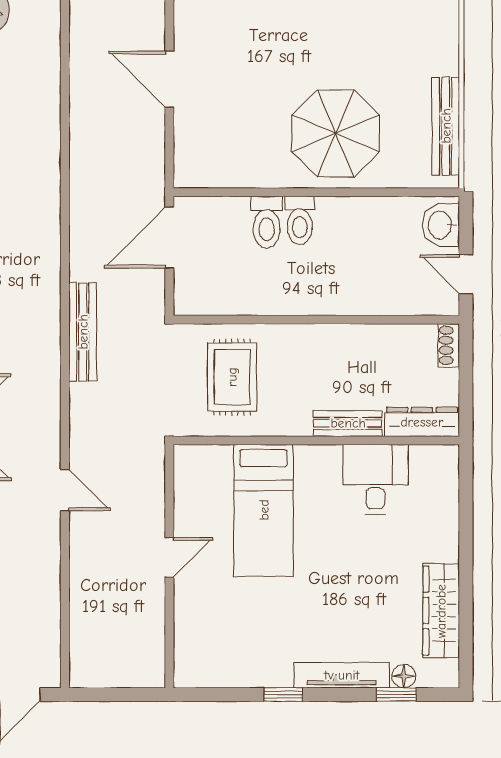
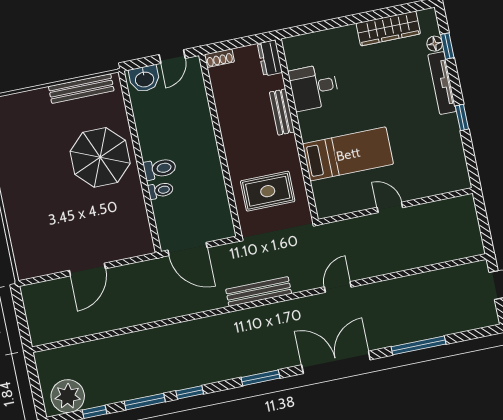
toilet: (267, 222) -> (161, 190), width x0.73, depth x0.72
dresser: (422, 422) -> (270, 58), width x0.70
door: (65, 490) -> (338, 287), moved

